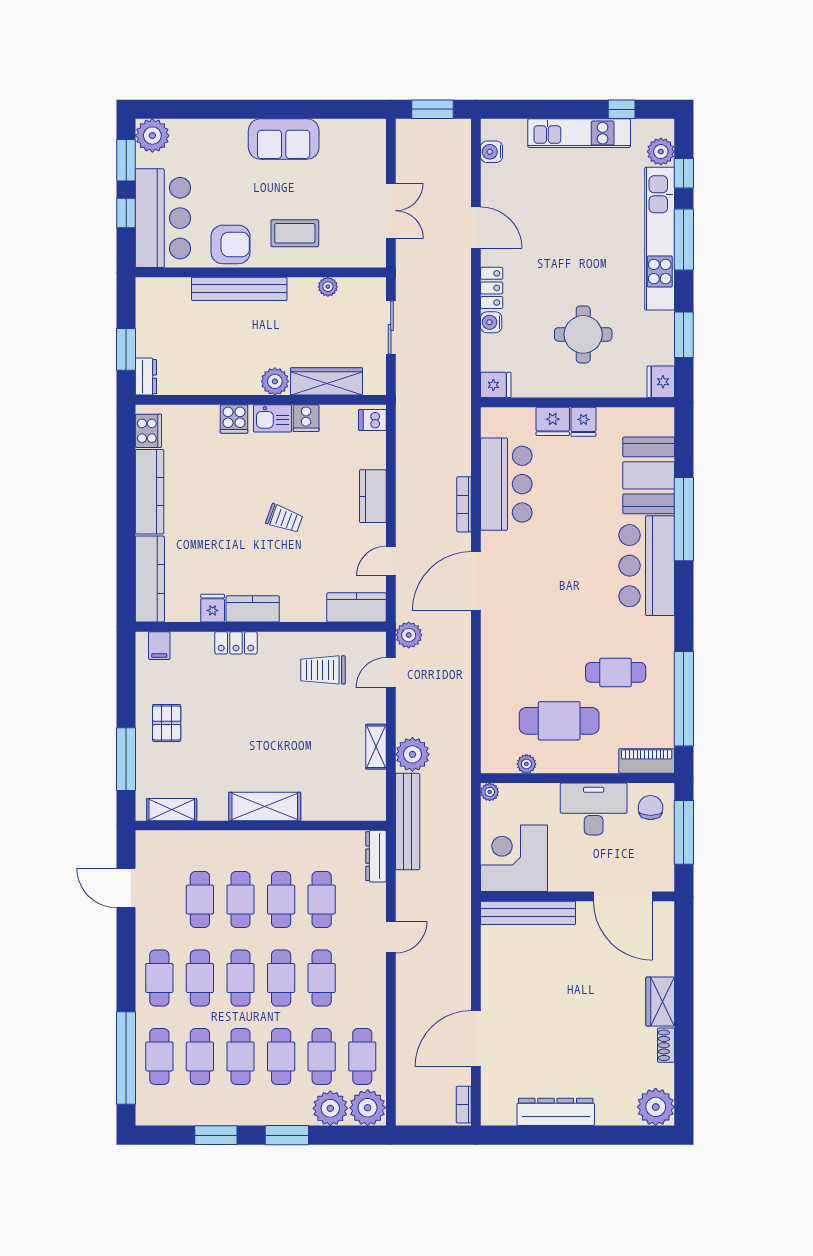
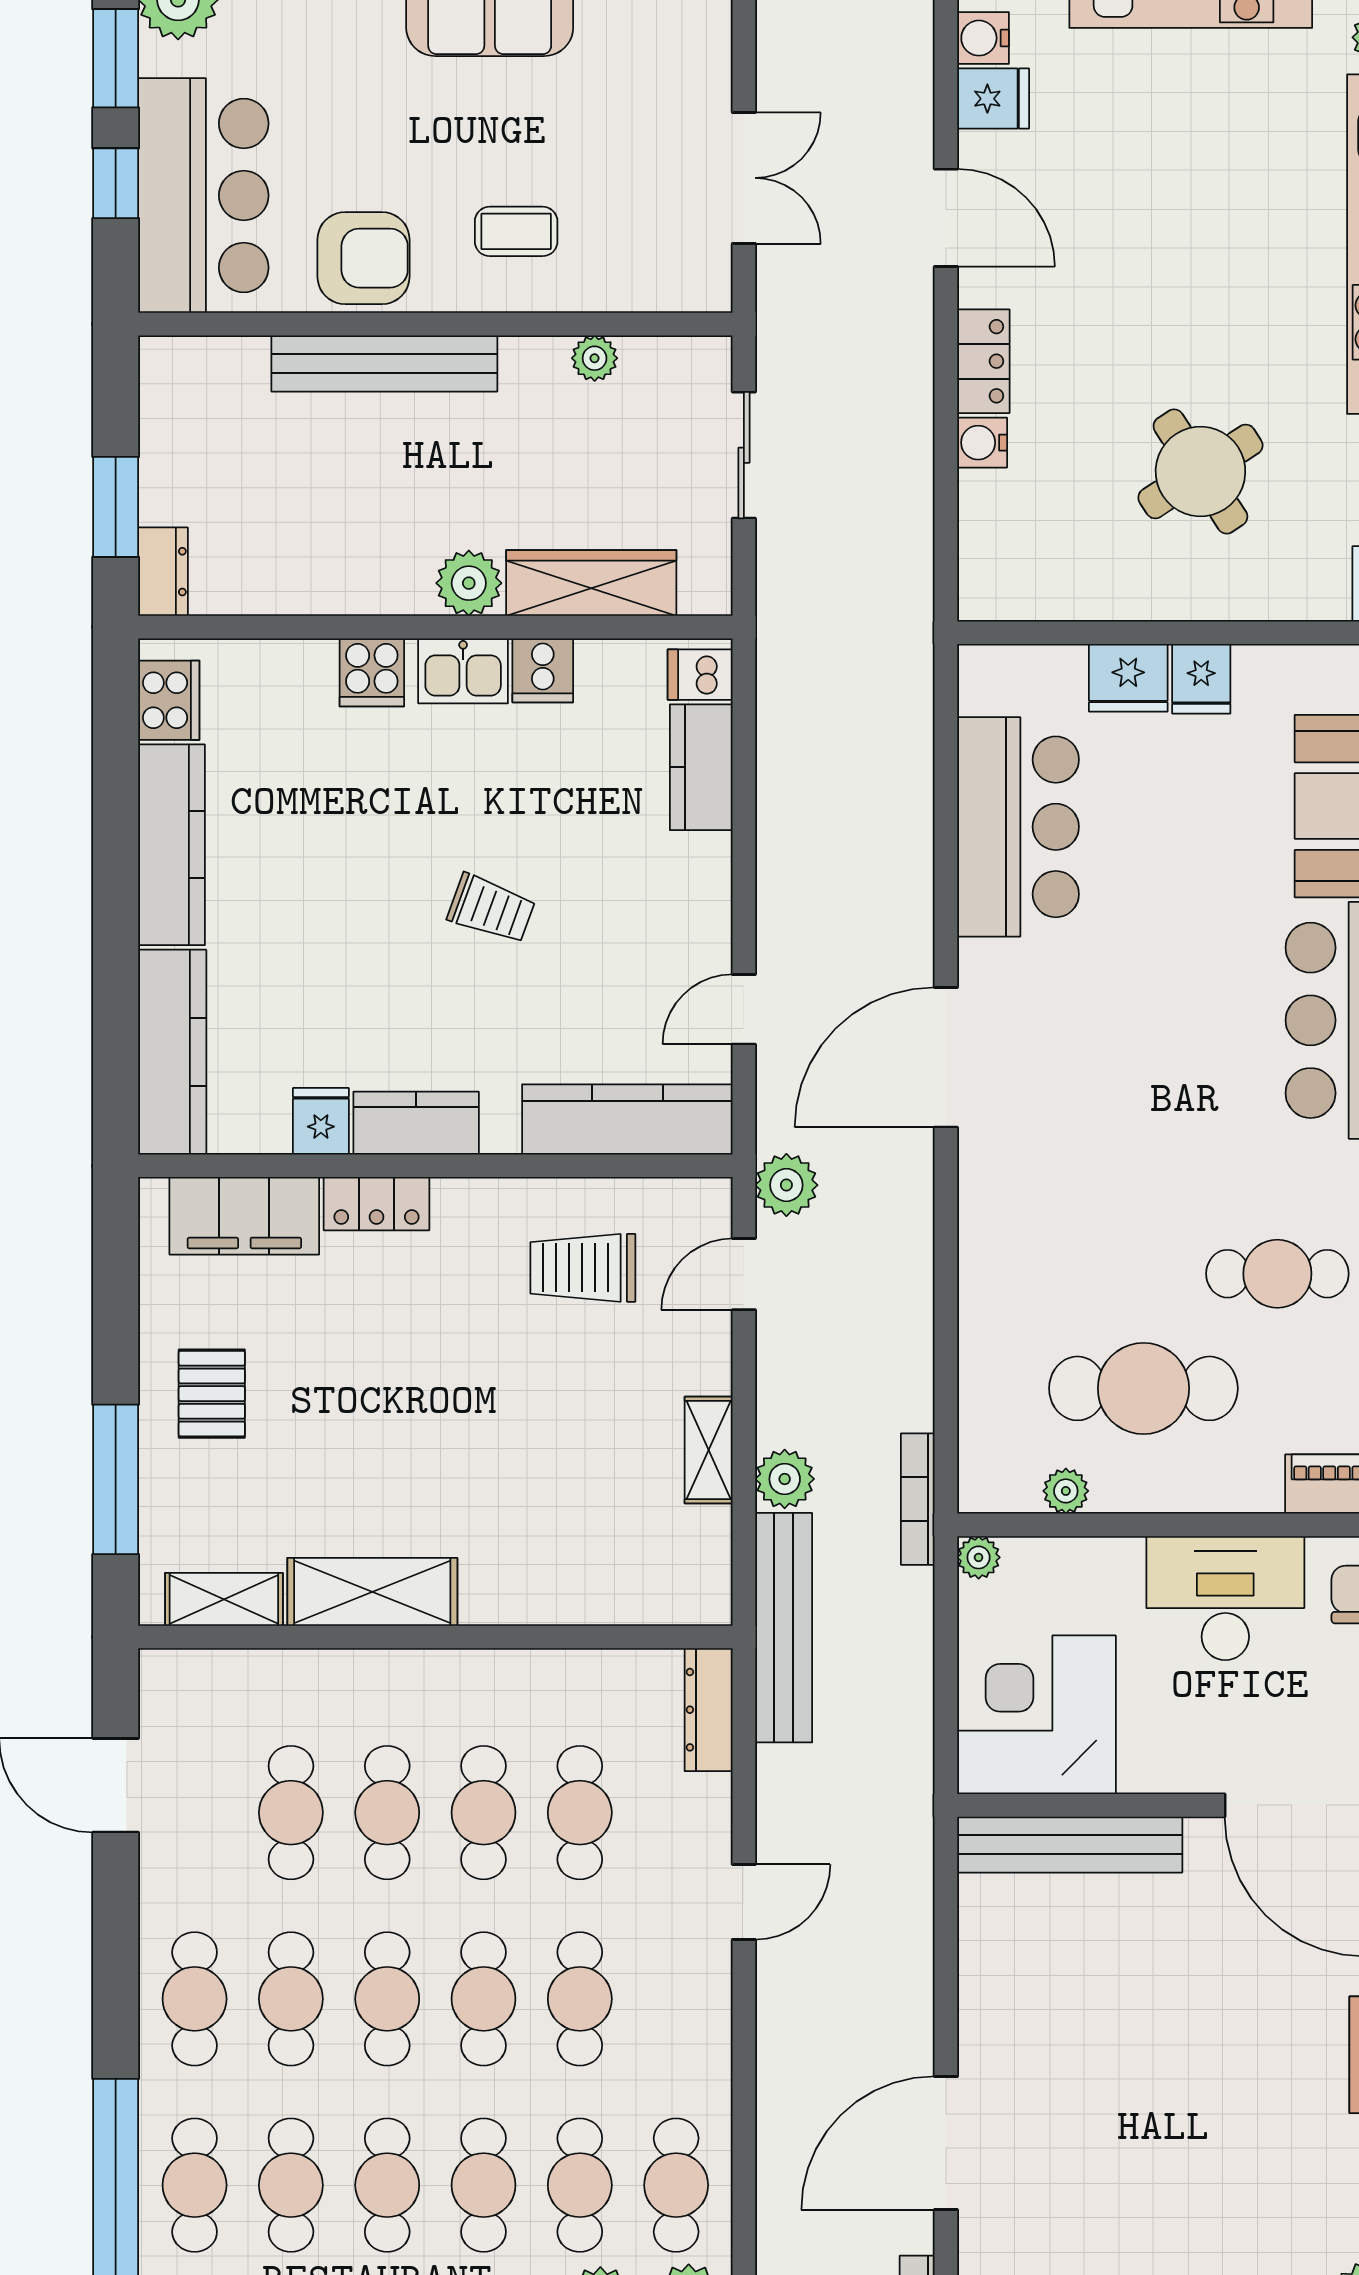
coffee table: (295, 233) -> (516, 231), width x0.73, depth x0.77
round table: (583, 334) -> (1200, 471), turned -33
fridge: (496, 385) -> (993, 99), moved
kitchen counter: (373, 496) -> (701, 767), moved
bookcase: (464, 504) -> (918, 1499), moved
kitchen counter: (356, 607) -> (627, 1119), width x1.50
filing cabinet: (159, 646) -> (244, 1216), width x3.00, depth x1.17
plant: (412, 754) -> (785, 1479), width x0.73, depth x0.73
shelving: (265, 806) -> (372, 1592), moved

